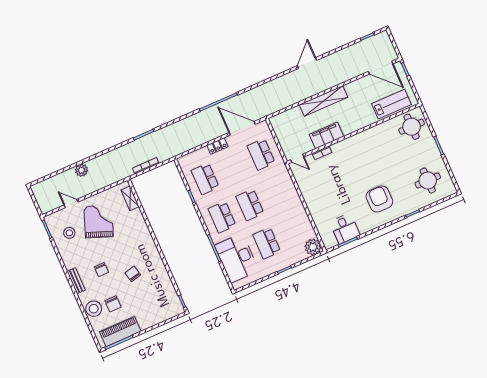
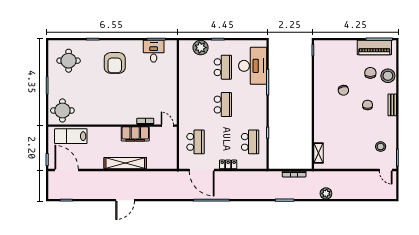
plant: (81, 170) -> (326, 193), moved
door: (71, 203) -> (386, 170), moved
school desk: (222, 217) -> (250, 105), removed
grand piano: (99, 222) -> (353, 145), removed
plant: (313, 247) -> (201, 48), moved

